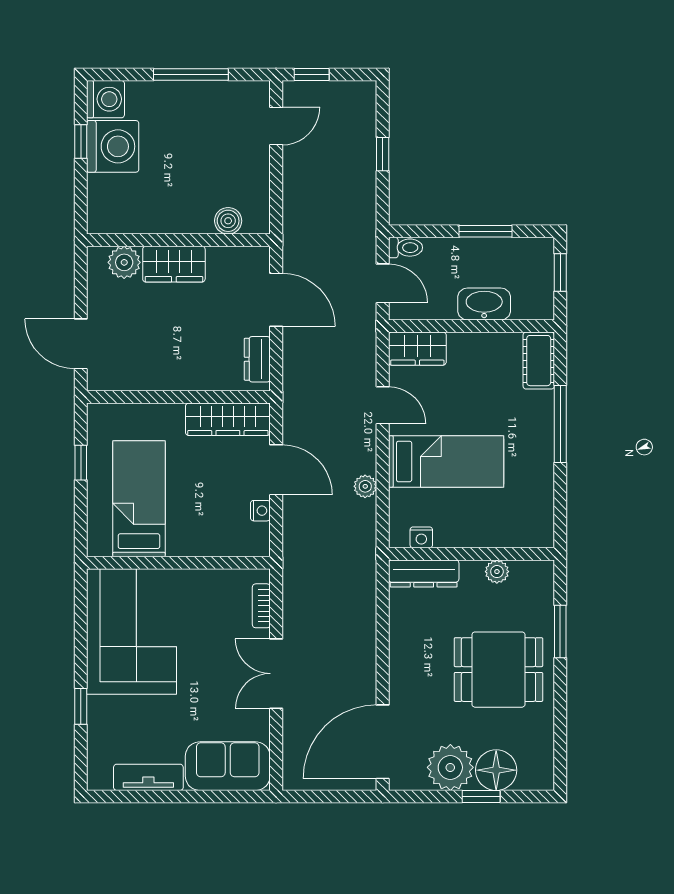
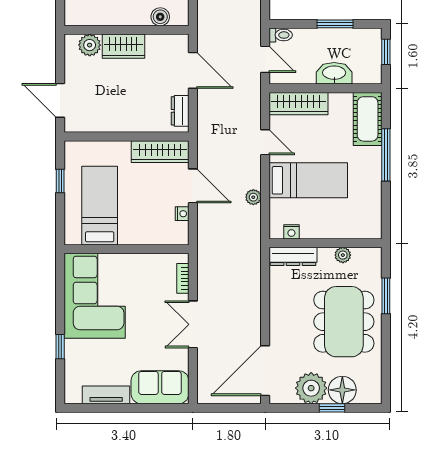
wardrobe: (417, 349) -> (299, 104), width x1.50
cot: (539, 361) -> (368, 119), width x1.37, depth x1.34
dining table: (498, 670) -> (344, 322), width x1.37

